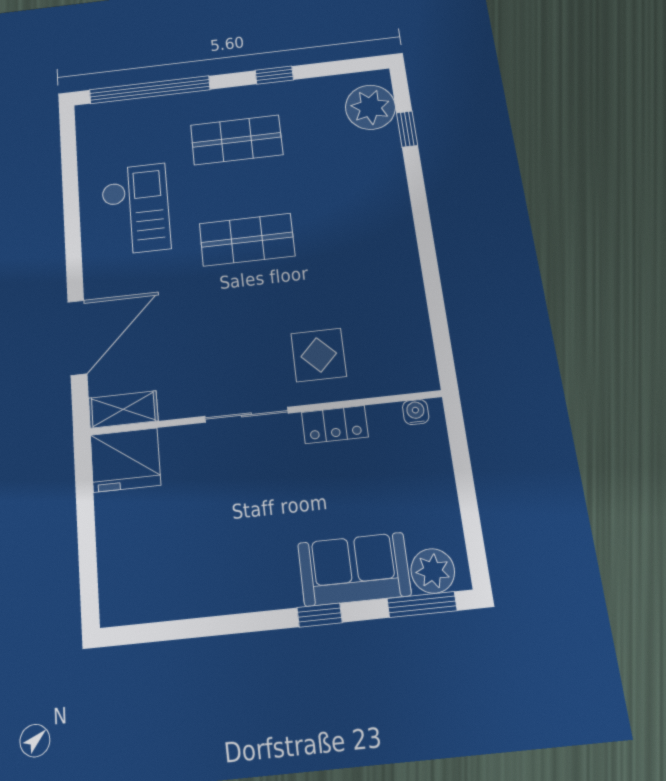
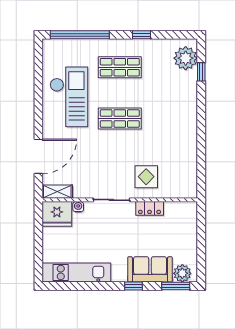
checkout: (136, 209) -> (69, 97), width x1.36, depth x1.21
water cooler: (416, 412) -> (78, 207), moved
kitchen unit: (180, 595) -> (76, 273), added

